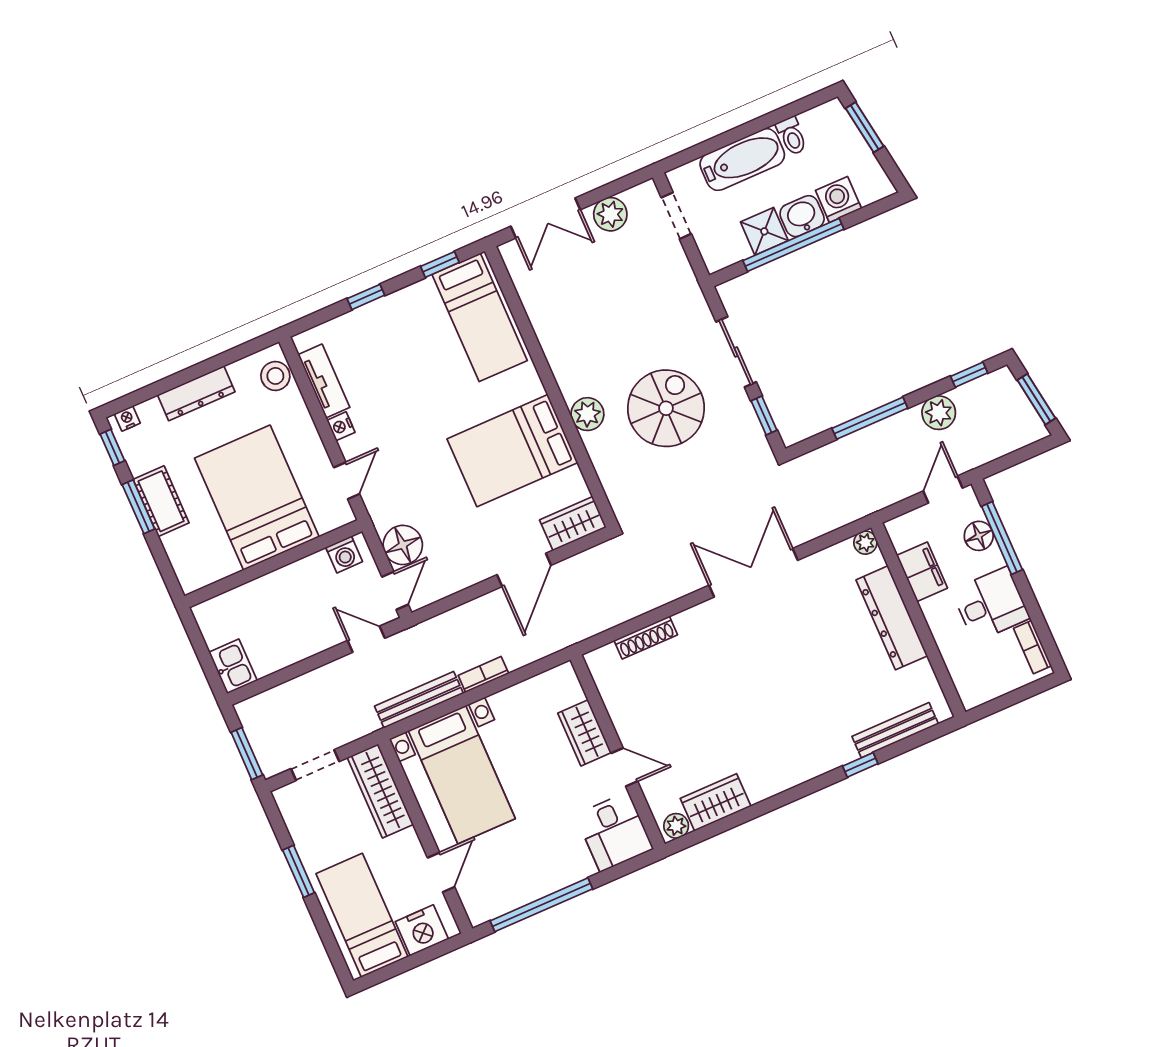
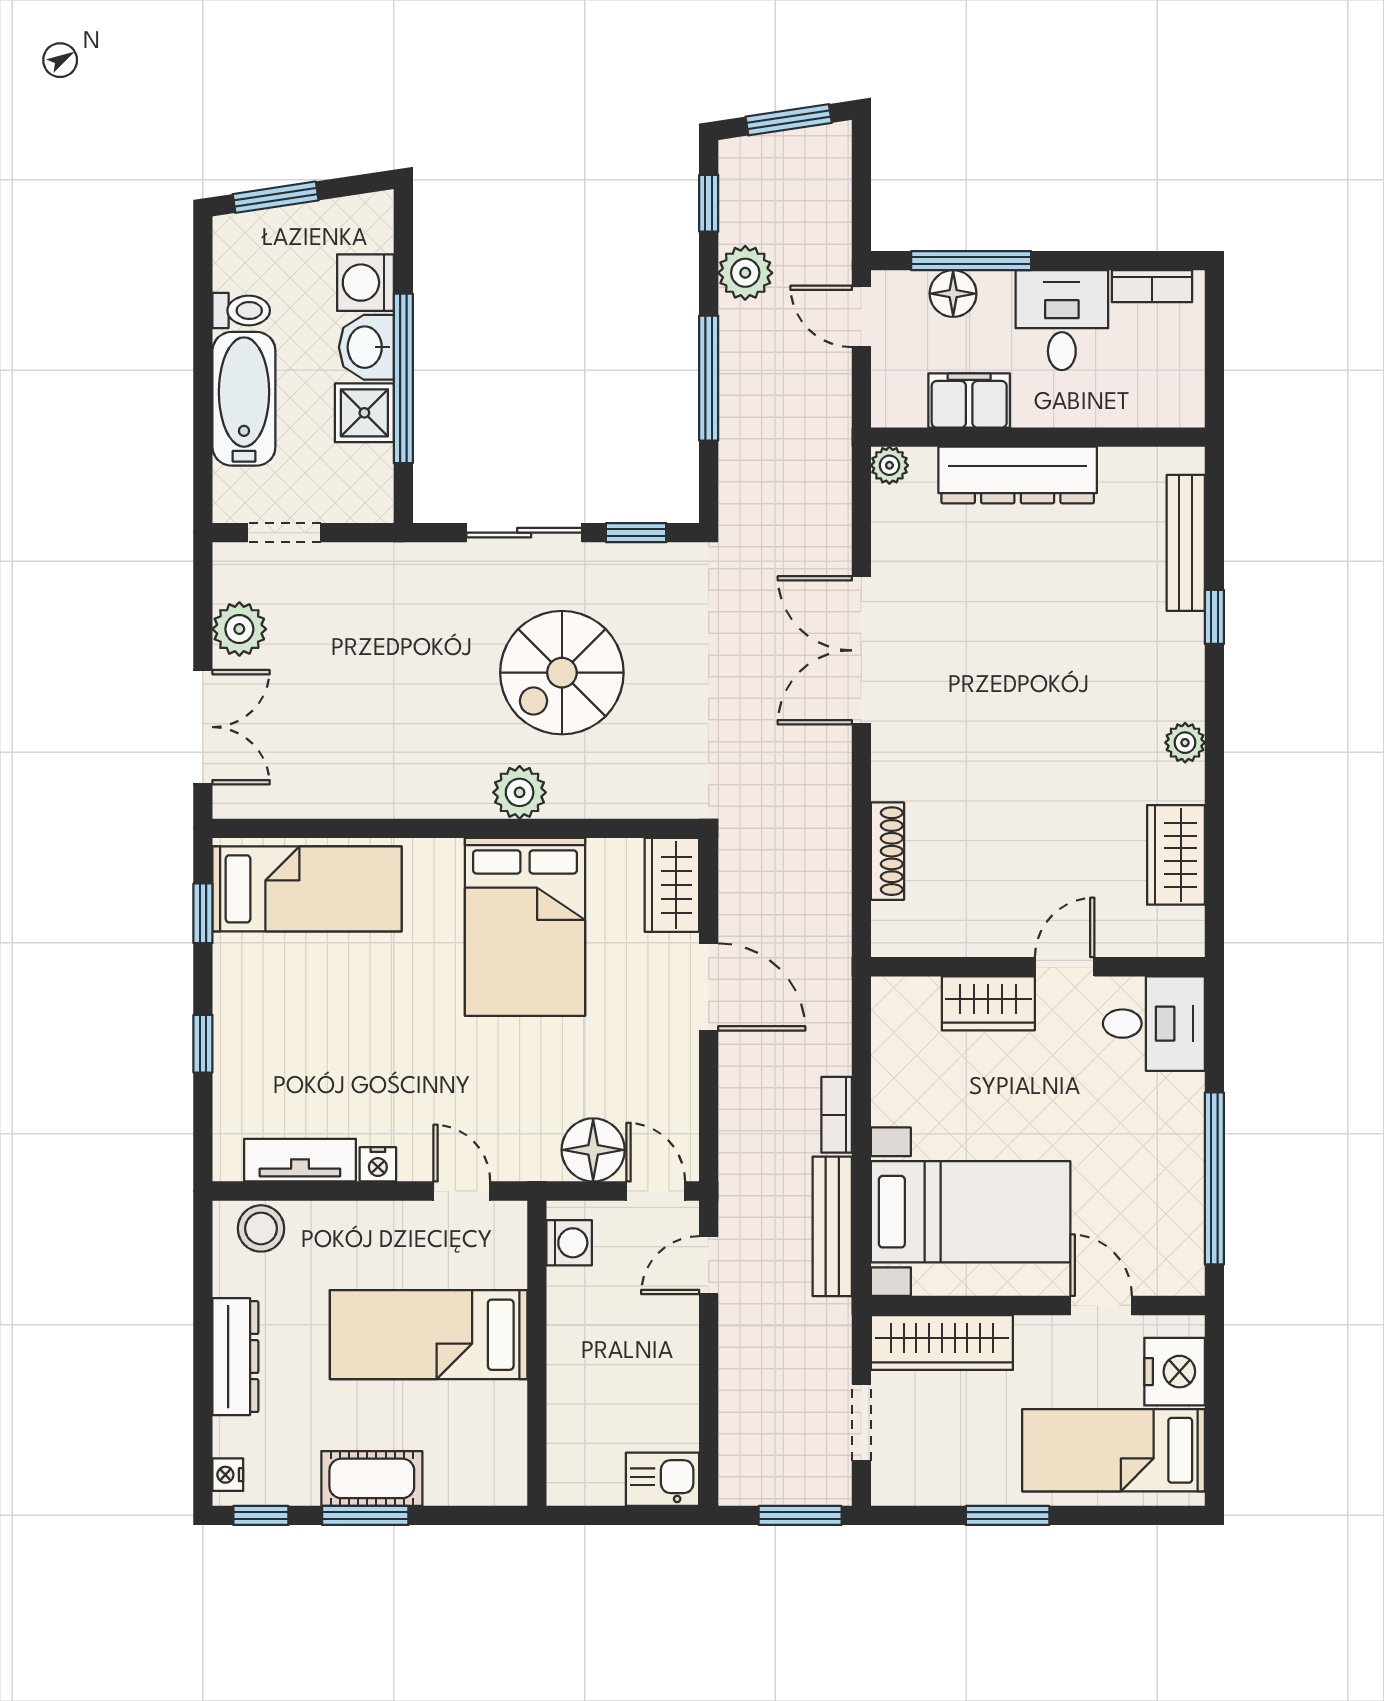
spiral stairs: (666, 408) -> (562, 673), turned -90
bed: (257, 498) -> (429, 1335), width x0.67
plant: (676, 826) -> (1185, 743), moved

